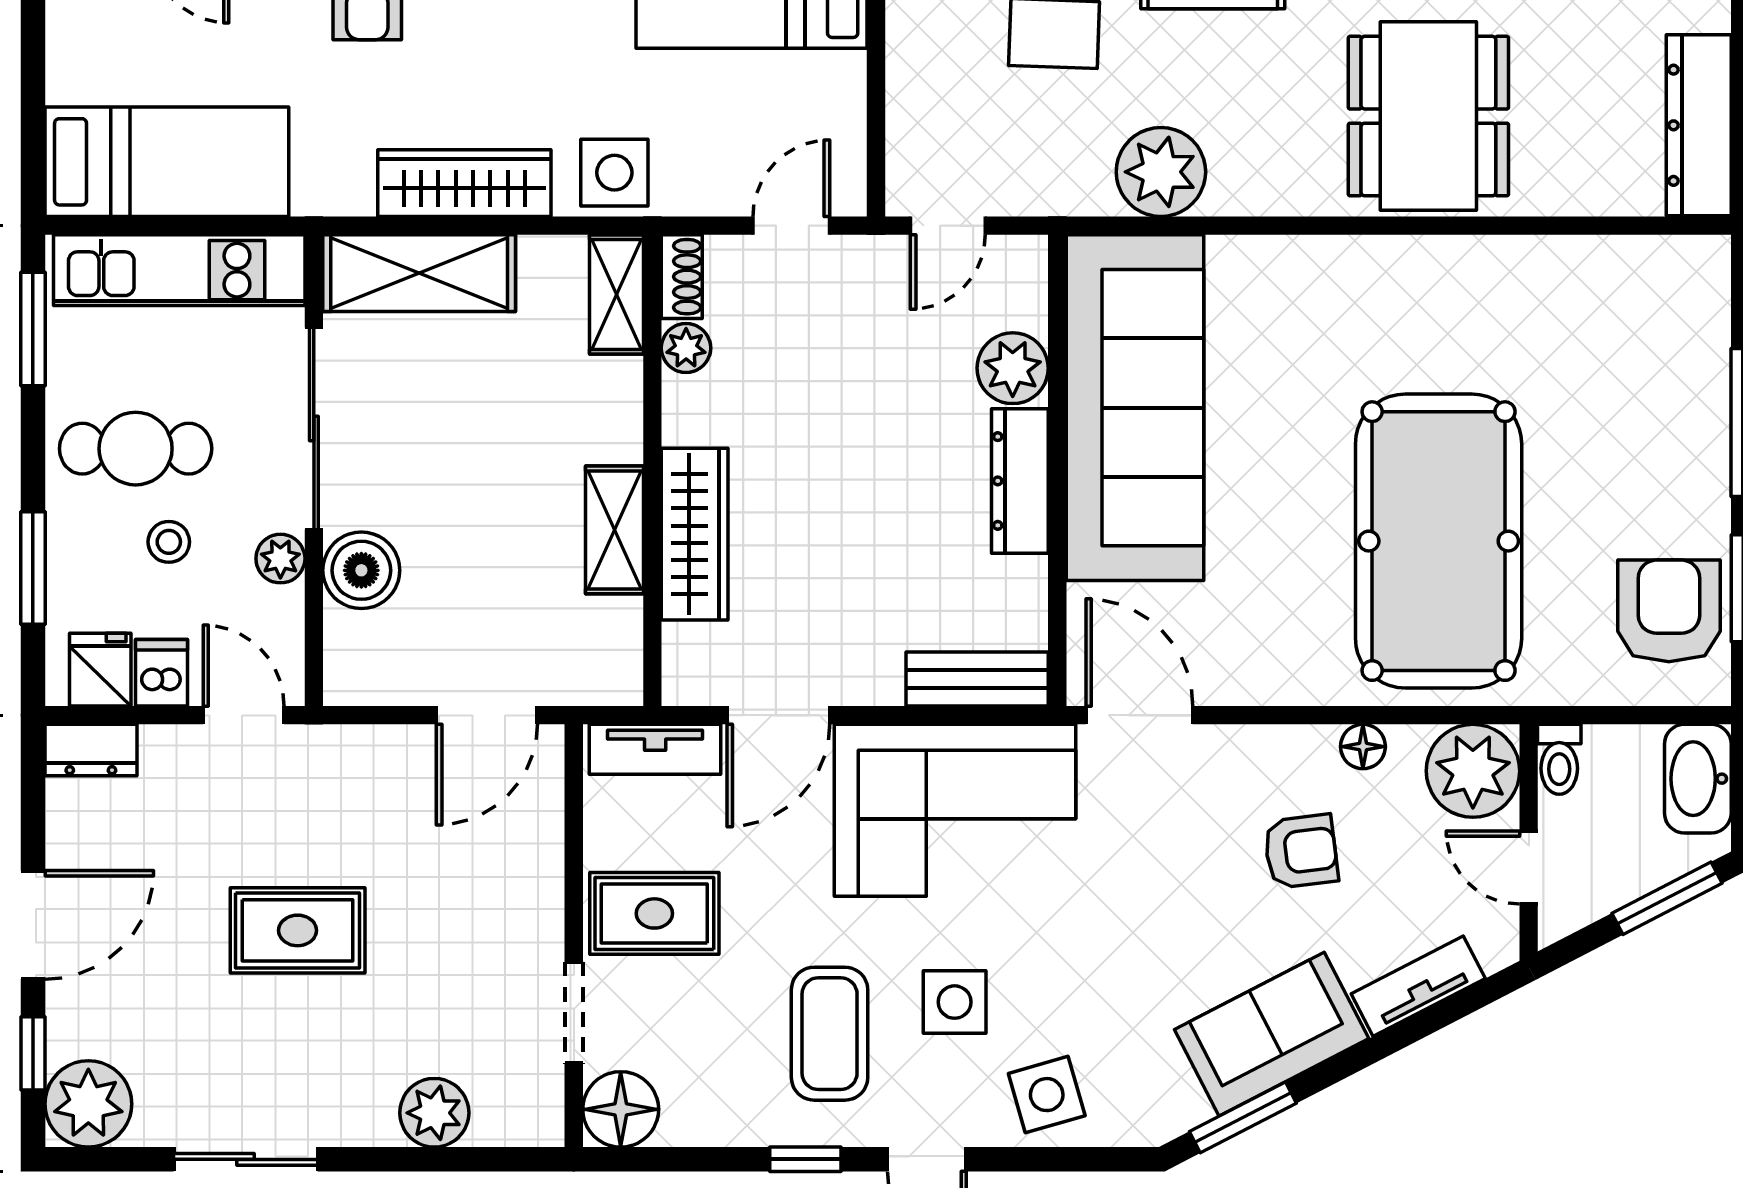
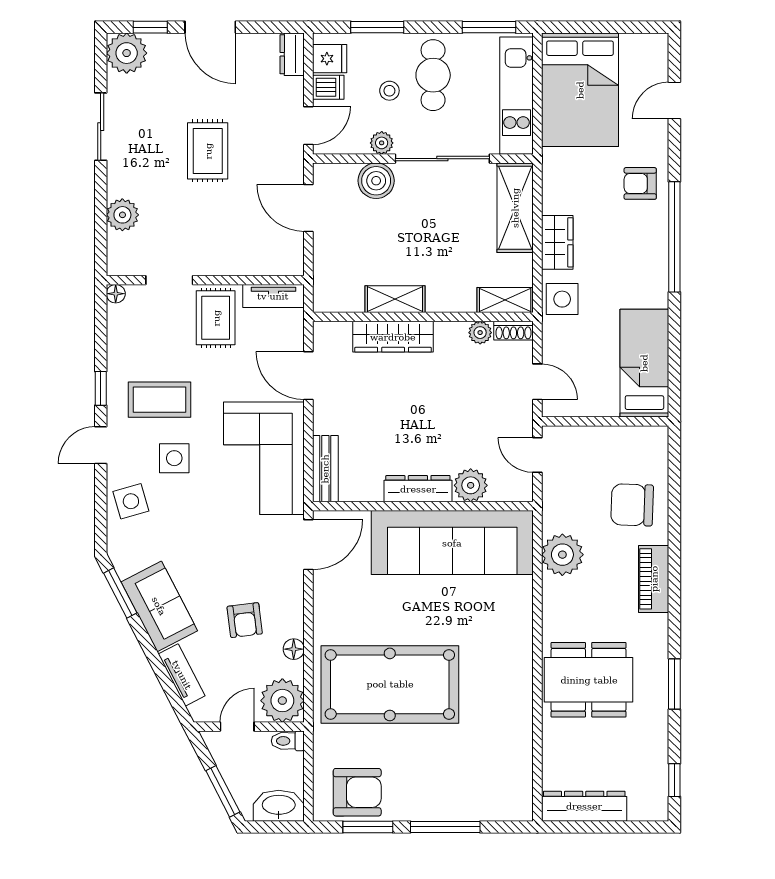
bed: (167, 162) -> (580, 90), width x1.50
wardrobe: (464, 183) -> (557, 242), width x0.67
door: (487, 715) -> (308, 208), moved
tv unit: (655, 749) -> (273, 296), moved, turned -90
floor lamp: (621, 1109) -> (116, 294), width x0.53, depth x0.53

